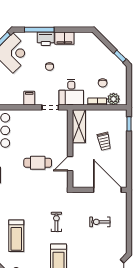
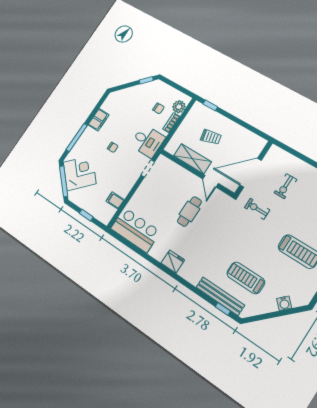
printer: (46, 39) -> (88, 136), removed
filing cabinet: (29, 98) -> (115, 200), moved
shelving: (79, 126) -> (193, 159), moved
door: (107, 190) -> (251, 173), moved
exercise bike: (56, 222) -> (257, 209), moved
treadmill: (16, 236) -> (246, 278), turned 180

